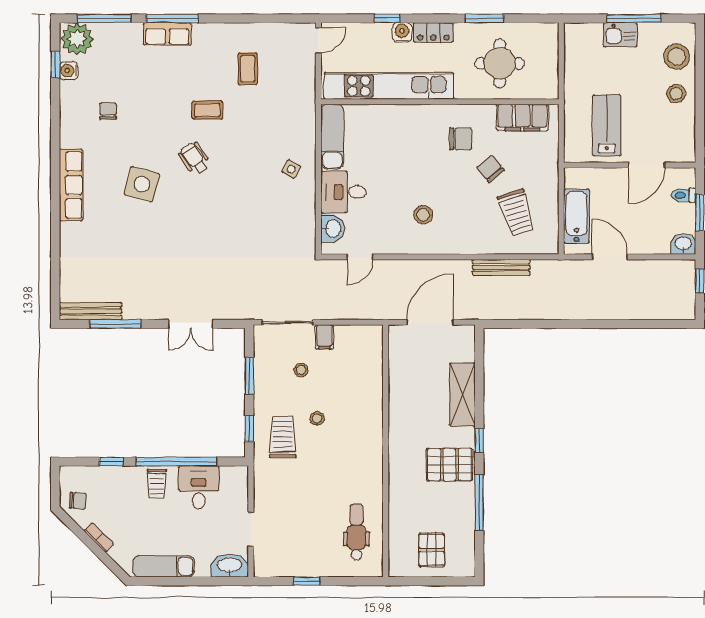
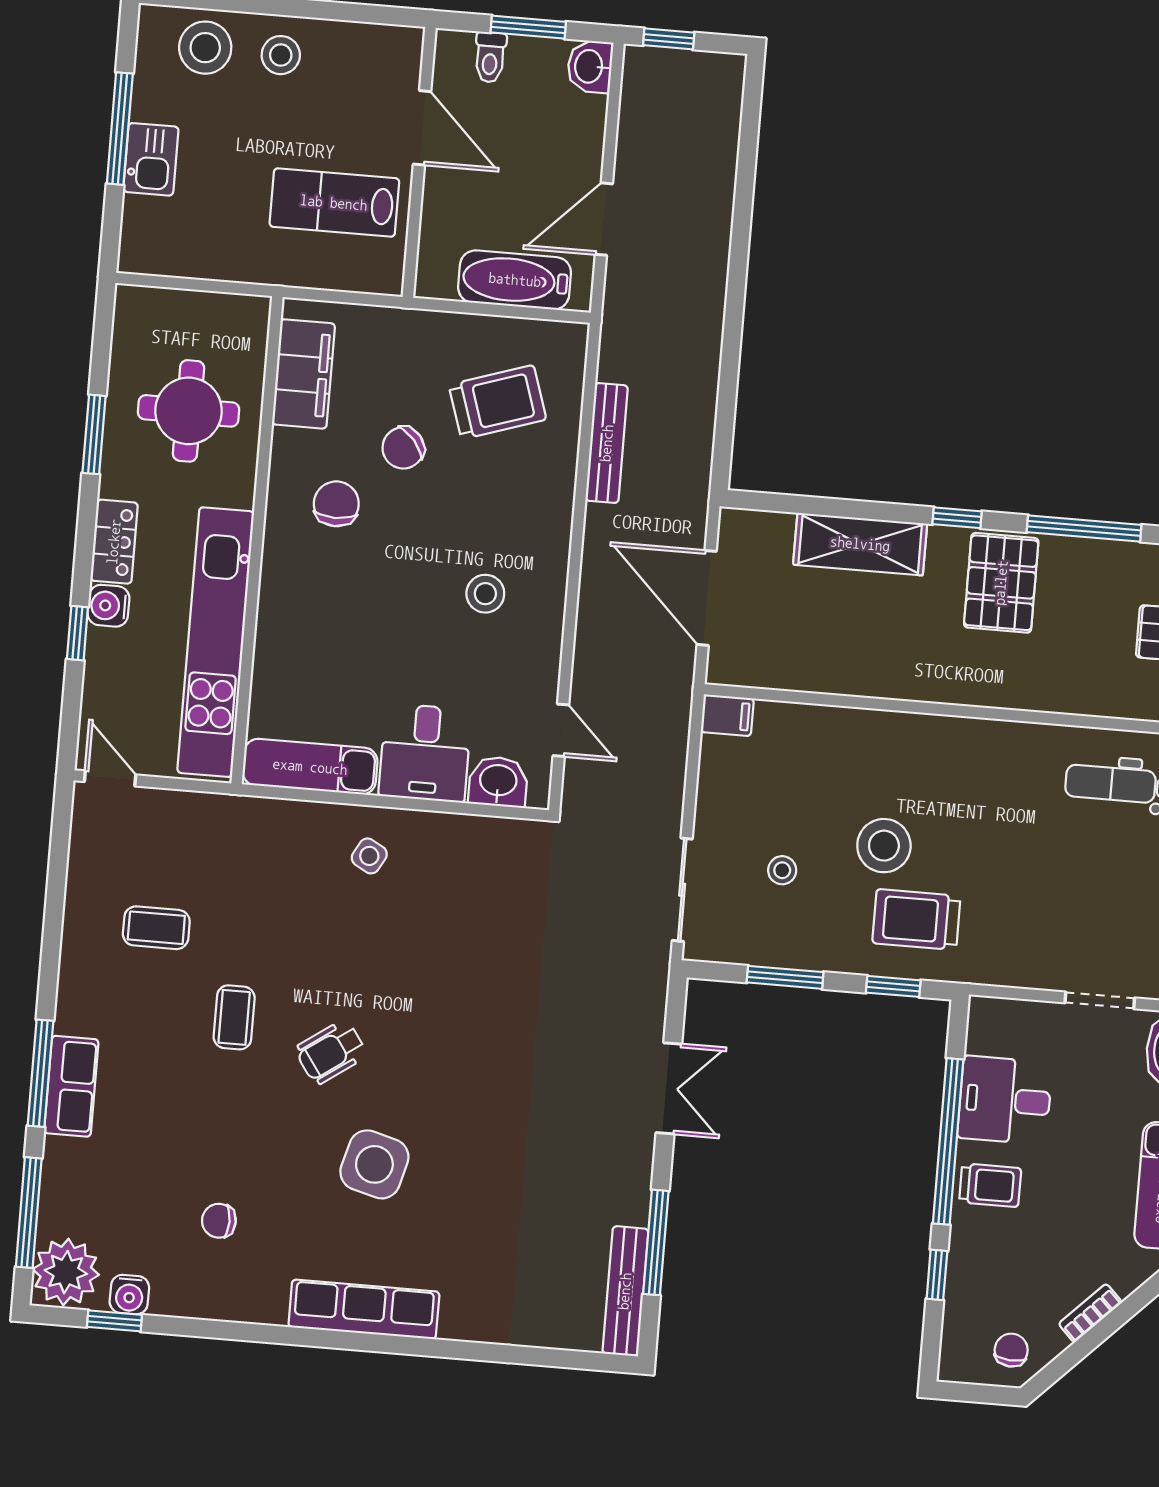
filing cabinet: (324, 337) -> (727, 715), moved
stool: (317, 418) -> (884, 846), width x1.89, depth x1.89

